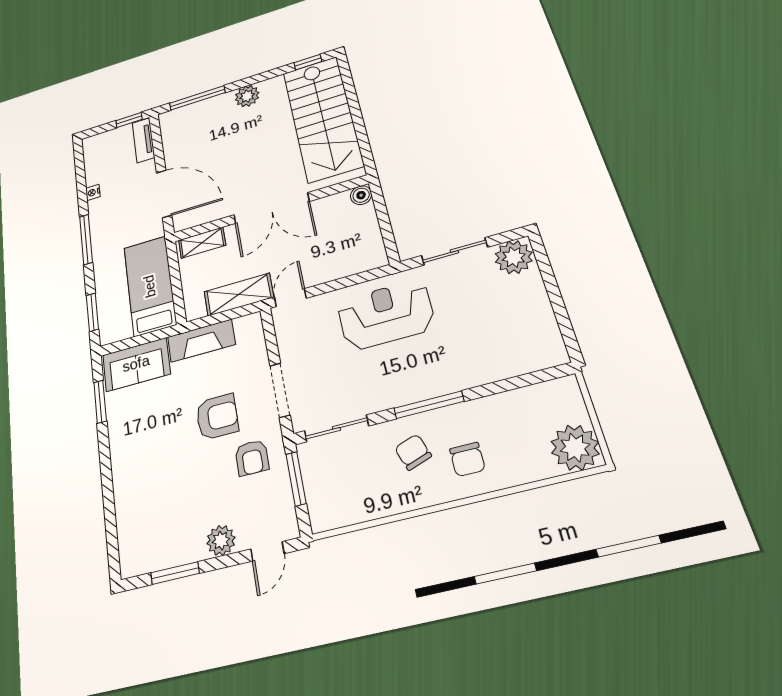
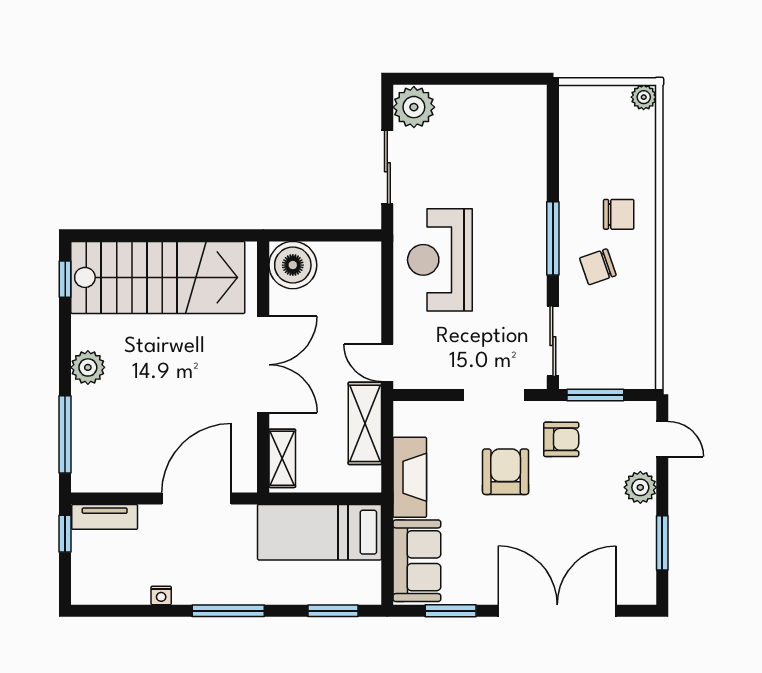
boiler: (361, 195) -> (293, 265), width x1.86, depth x1.86
plant: (575, 448) -> (644, 97), width x0.53, depth x0.53
double door: (108, 491) -> (557, 611), added

